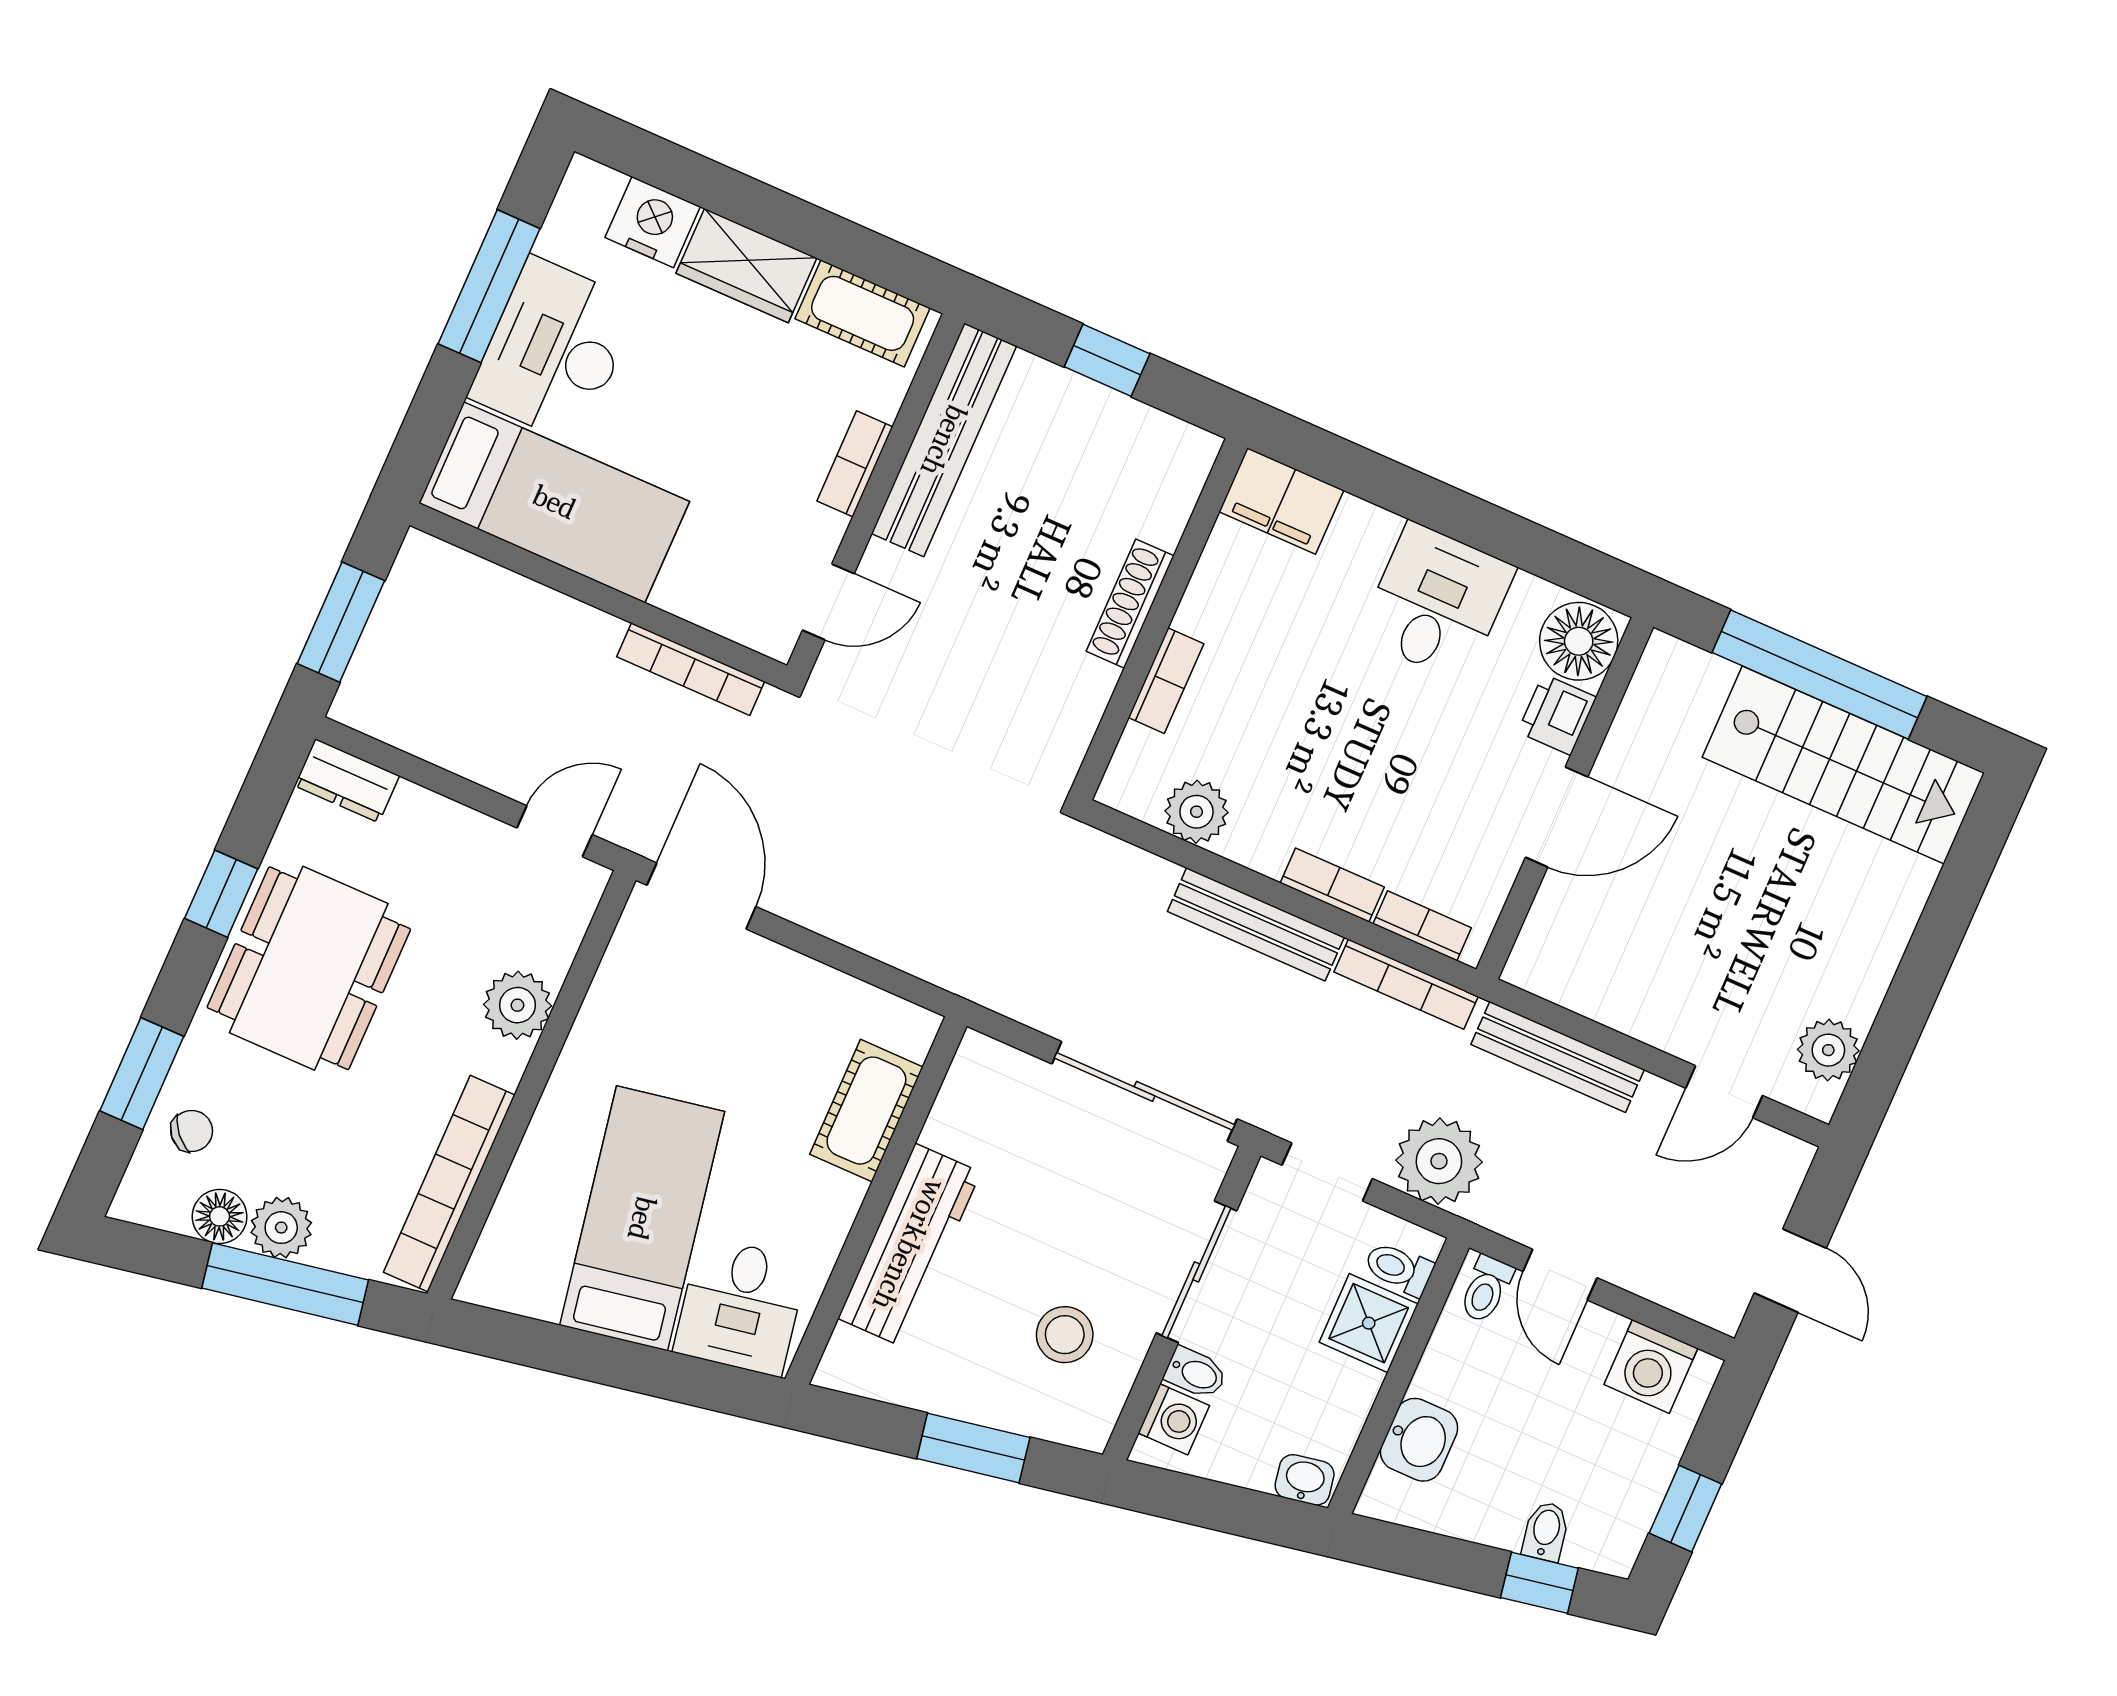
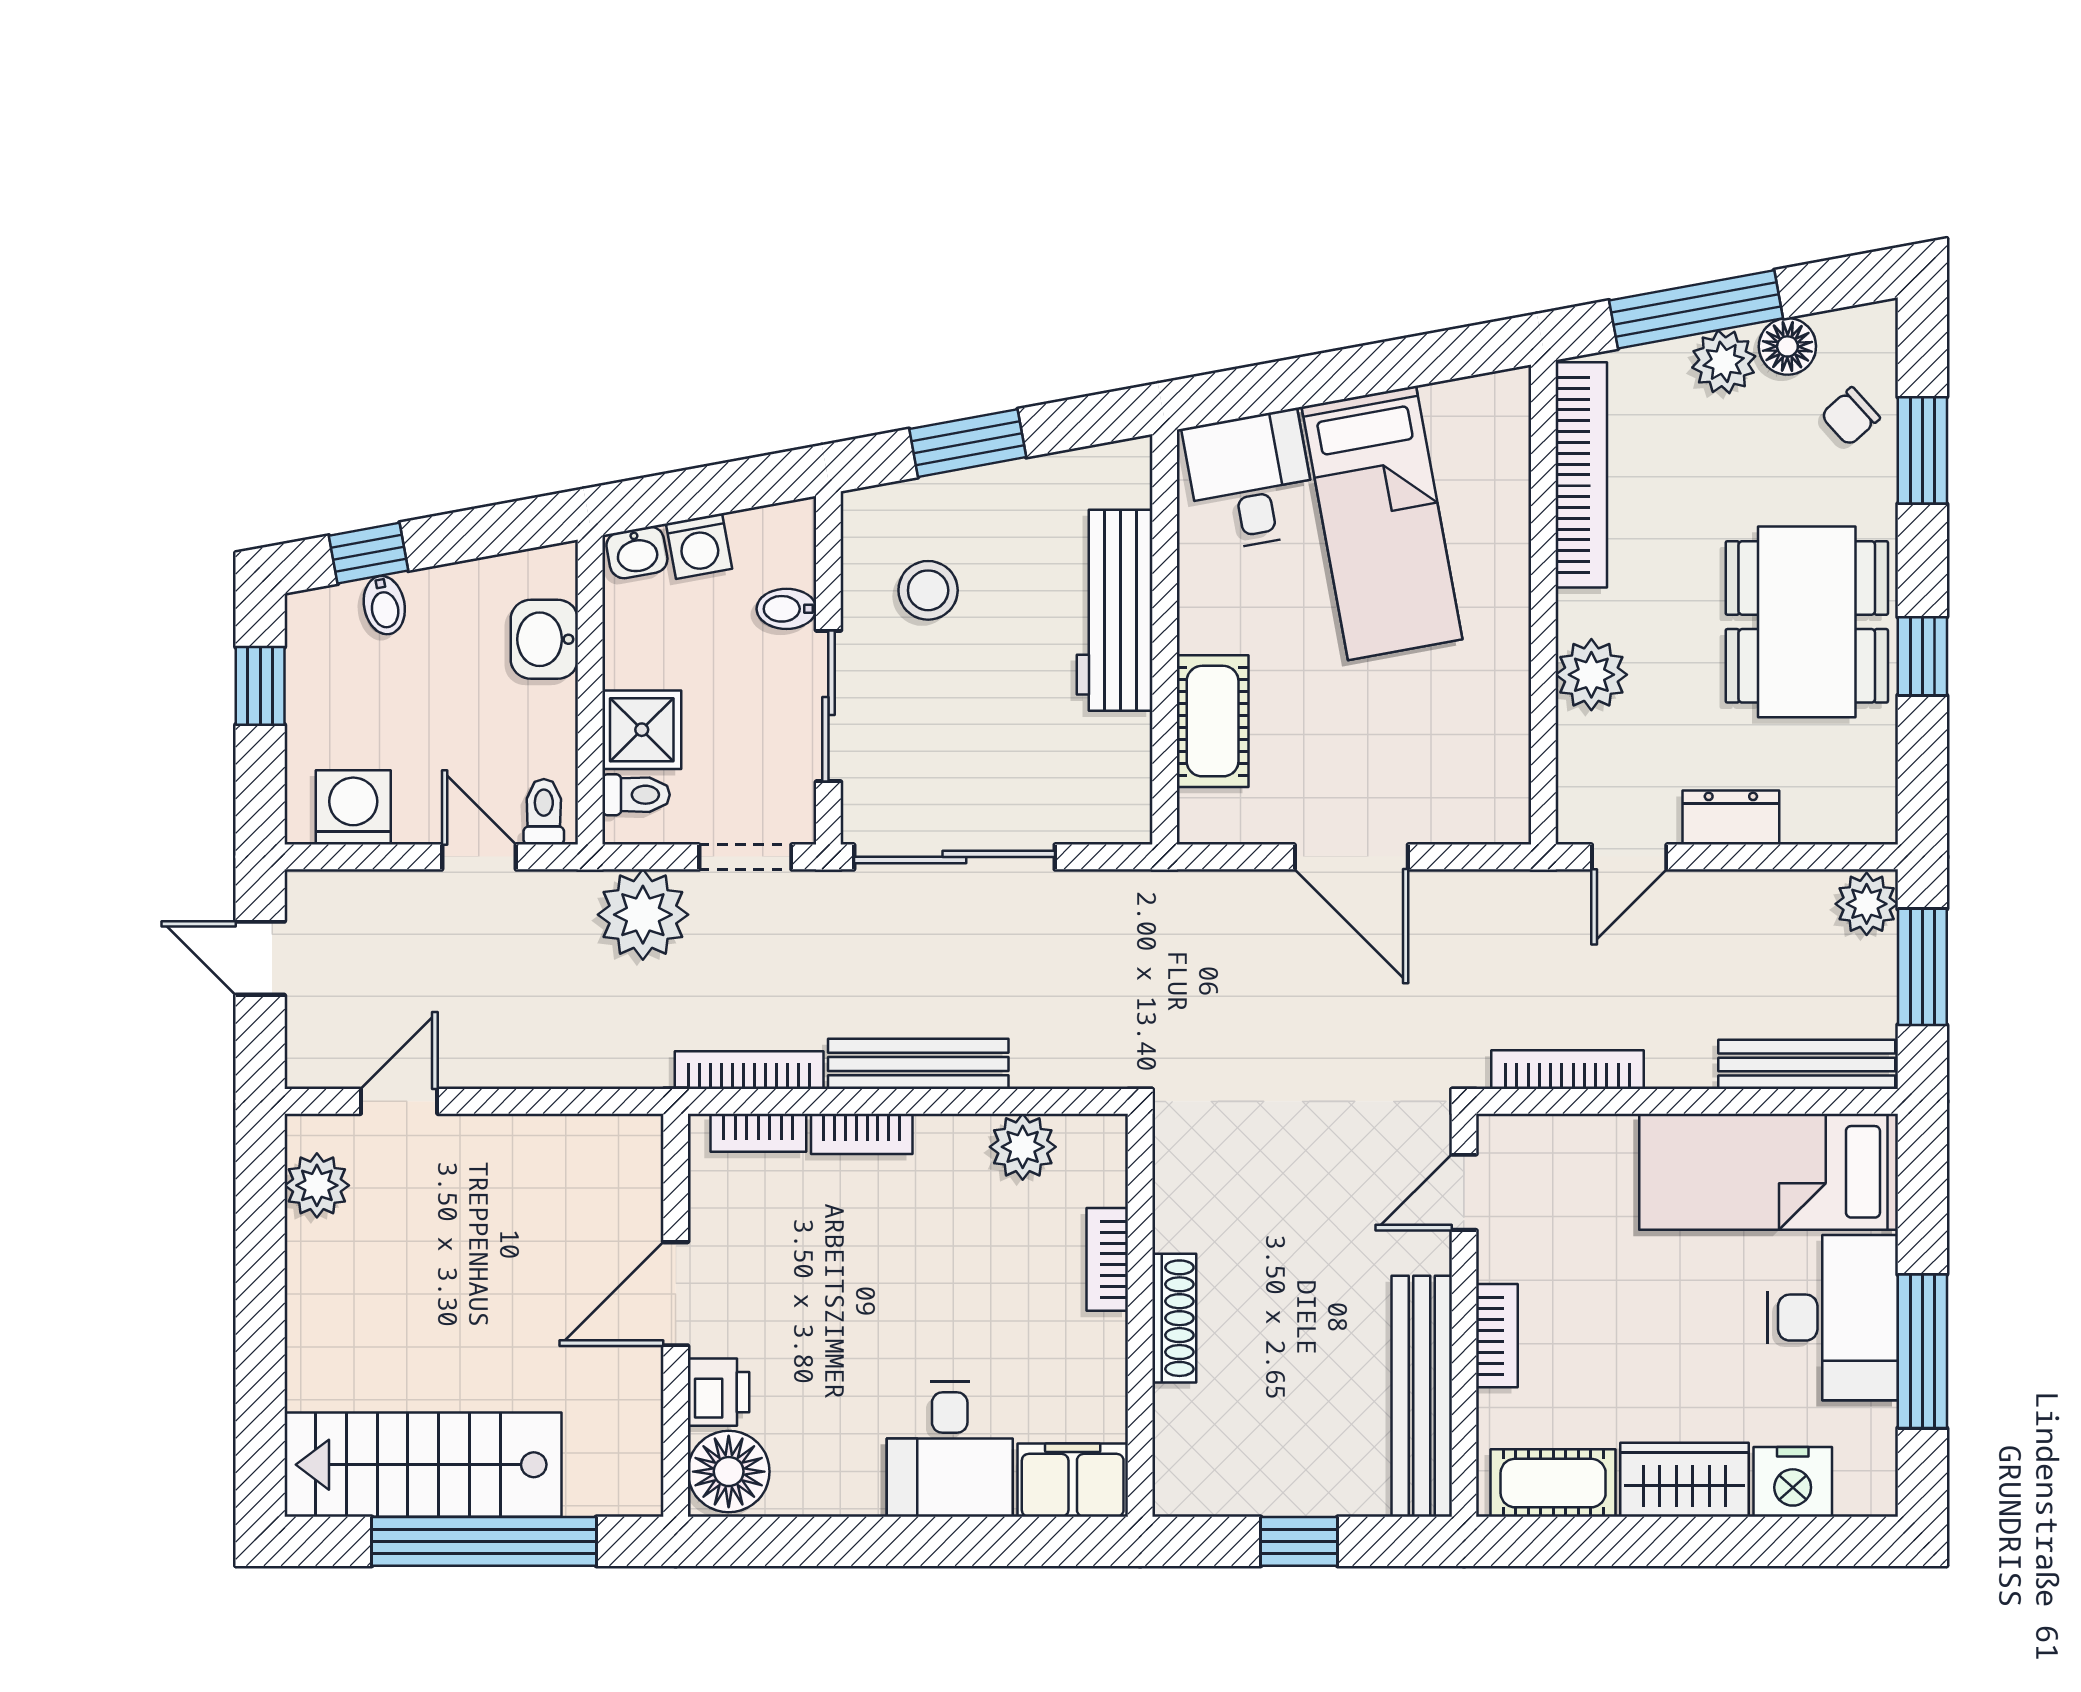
desk: (1437, 602) -> (950, 1449), moved
plant: (365, 699) -> (1867, 904), added
dresser: (347, 781) -> (1731, 818), moved
door: (701, 896) -> (1351, 857), moved
bench: (1558, 1057) -> (1807, 1064), moved
washing machine: (1174, 1419) -> (699, 546), moved, turned -100

